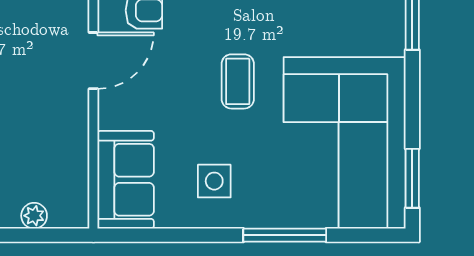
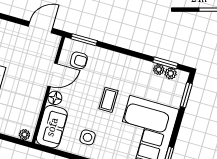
floor lamp: (114, 112) -> (55, 98), added
plant: (34, 216) -> (24, 135), moved

